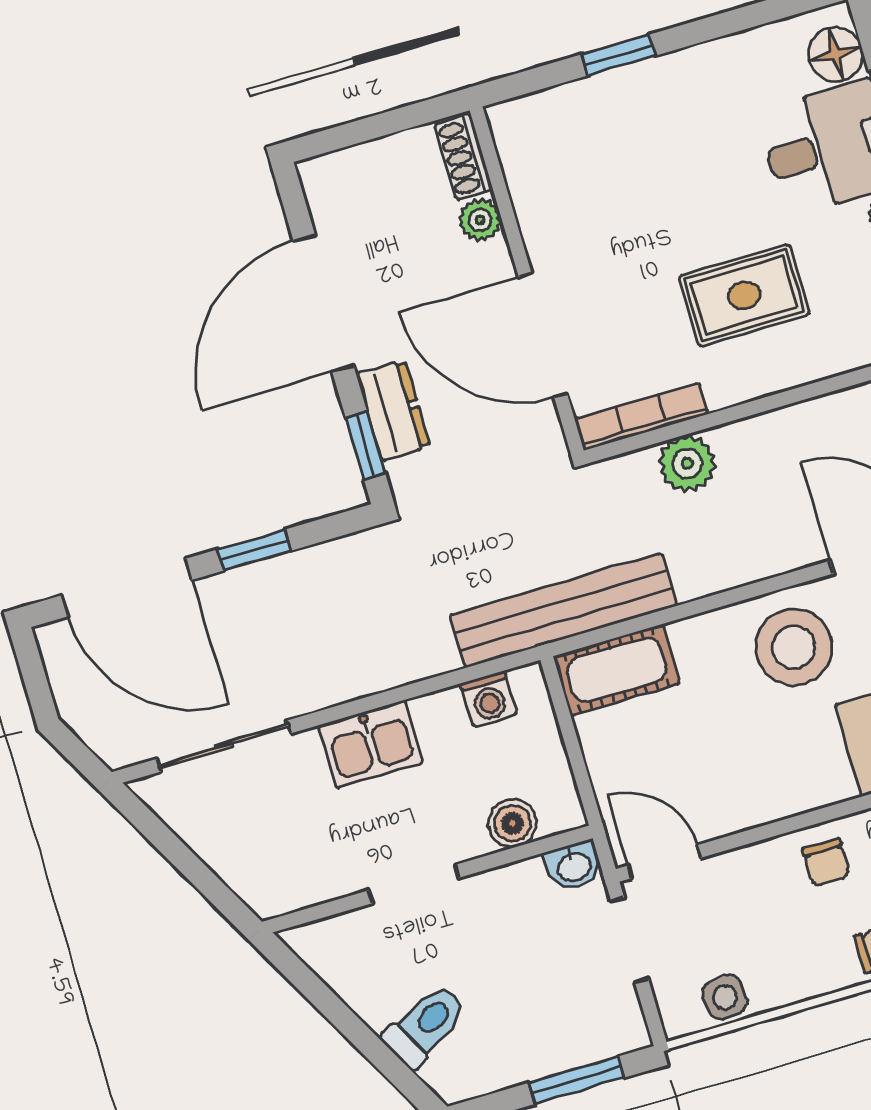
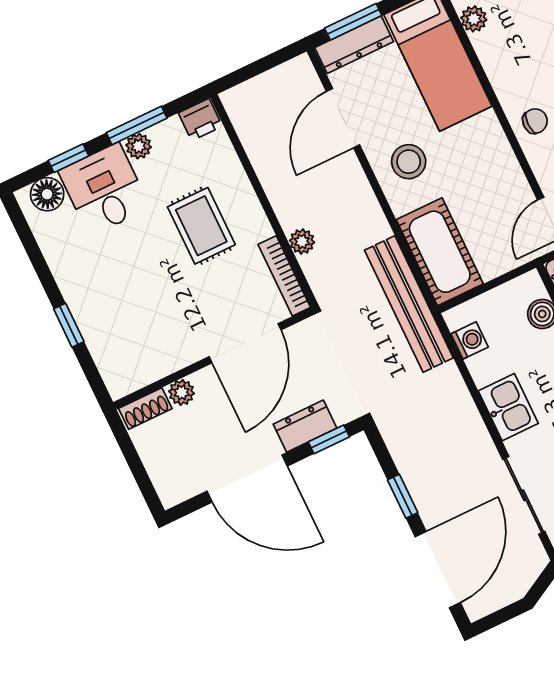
plant: (687, 464) -> (302, 241), width x0.73, depth x0.73
stool: (794, 647) -> (409, 162), width x0.73, depth x0.73
cot: (617, 670) -> (440, 252), width x1.37, depth x1.34

